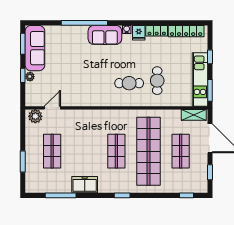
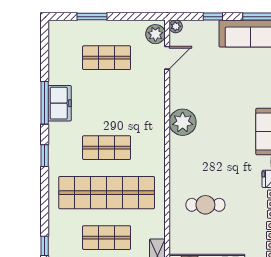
plant: (30, 77) -> (176, 26), moved
cafe table: (129, 83) -> (202, 165), removed
plant: (98, 97) -> (183, 122), added
door: (52, 108) -> (167, 58), hinge flipped
window: (61, 195) -> (45, 103), moved

